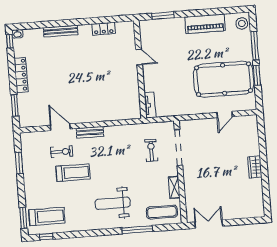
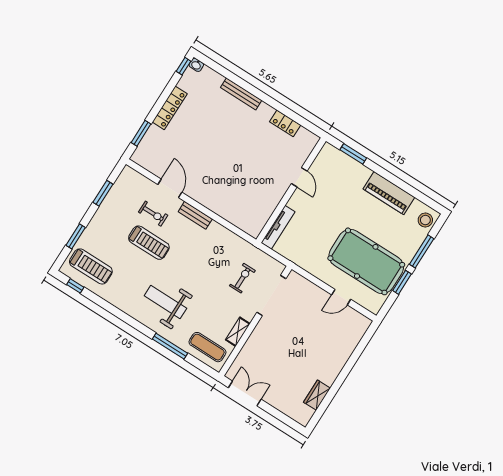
tv unit: (150, 105) -> (278, 227), width x1.41
wardrobe: (255, 167) -> (317, 395), moved
window: (23, 218) -> (76, 236), moved

